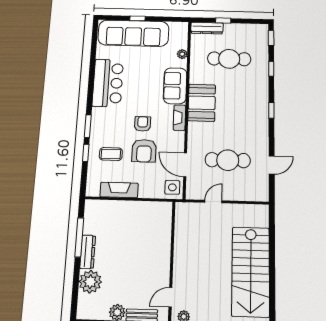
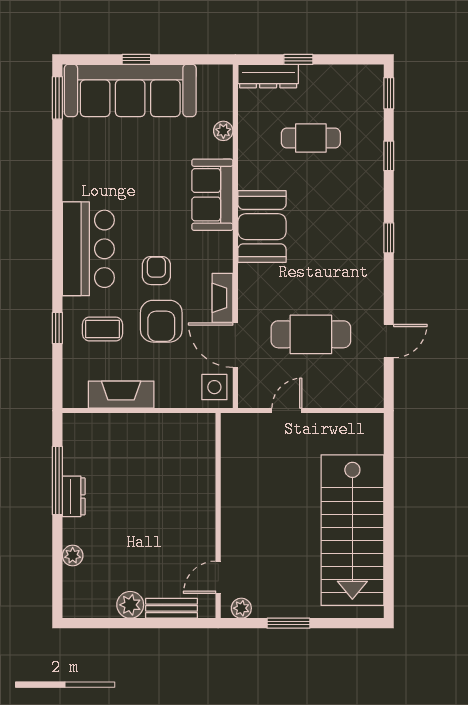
cafe table: (229, 59) -> (311, 138), width x0.73, depth x0.74
bar counter: (108, 83) -> (88, 249), moved
fireplace: (179, 118) -> (223, 298), moved
window: (88, 126) -> (57, 98), moved
dresser: (88, 252) -> (74, 496), width x0.70
plant: (90, 282) -> (73, 556), width x0.53, depth x0.53

